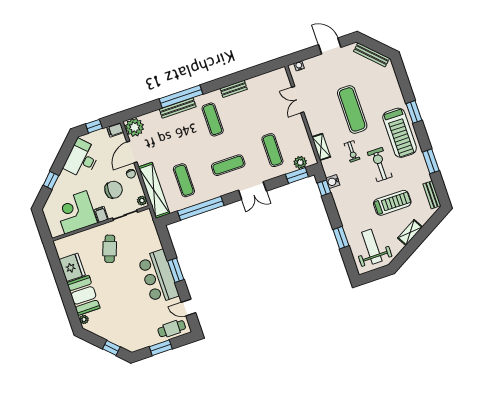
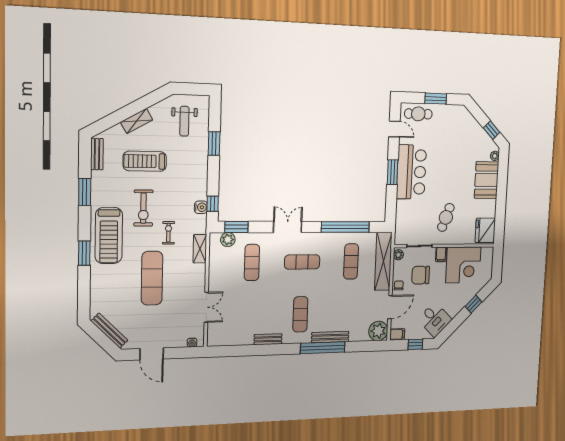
treadmill: (400, 133) -> (109, 236), turned 180
desk: (82, 159) -> (435, 319), width x0.73
weight bench: (372, 247) -> (184, 121), width x0.73, depth x0.75
fridge: (72, 267) -> (485, 230), moved
window: (111, 348) -> (492, 130), moved

